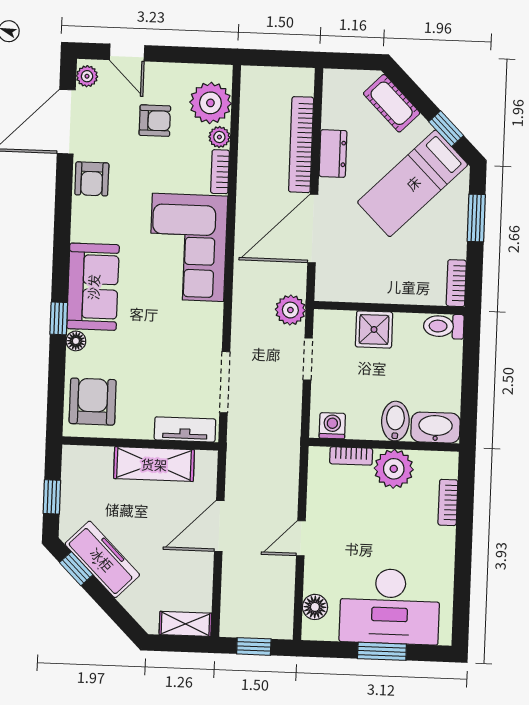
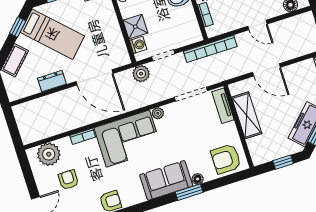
plant: (219, 137) -> (158, 113), moved
bookcase: (301, 145) -> (210, 49), moved
window: (59, 318) -> (189, 192), width x1.50
washing machine: (332, 426) -> (138, 45), moved, turned 180

